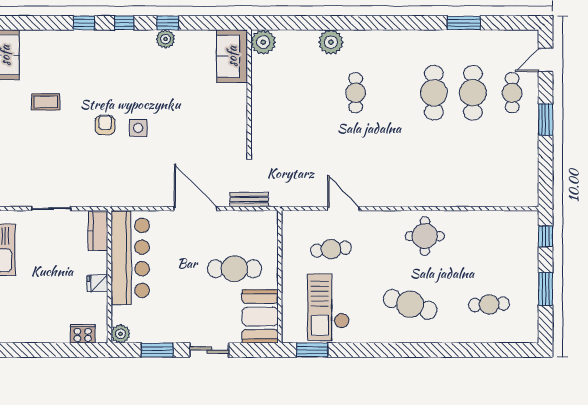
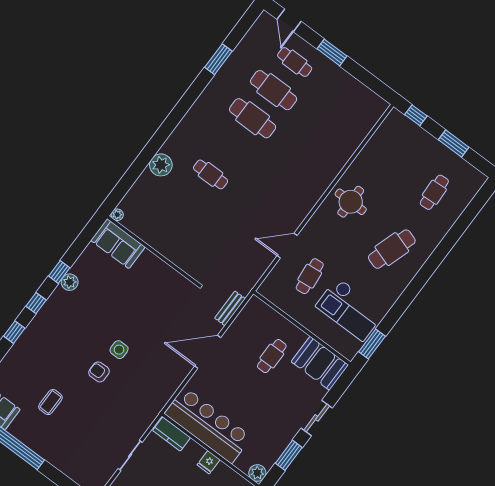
plant: (263, 42) -> (117, 215), width x0.53, depth x0.53
cafe table: (234, 269) -> (272, 356), width x0.73, depth x0.74

